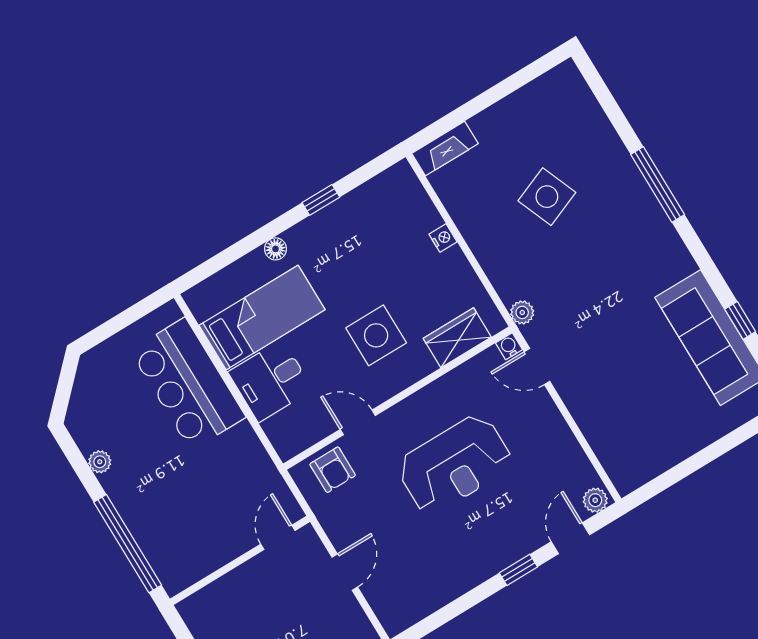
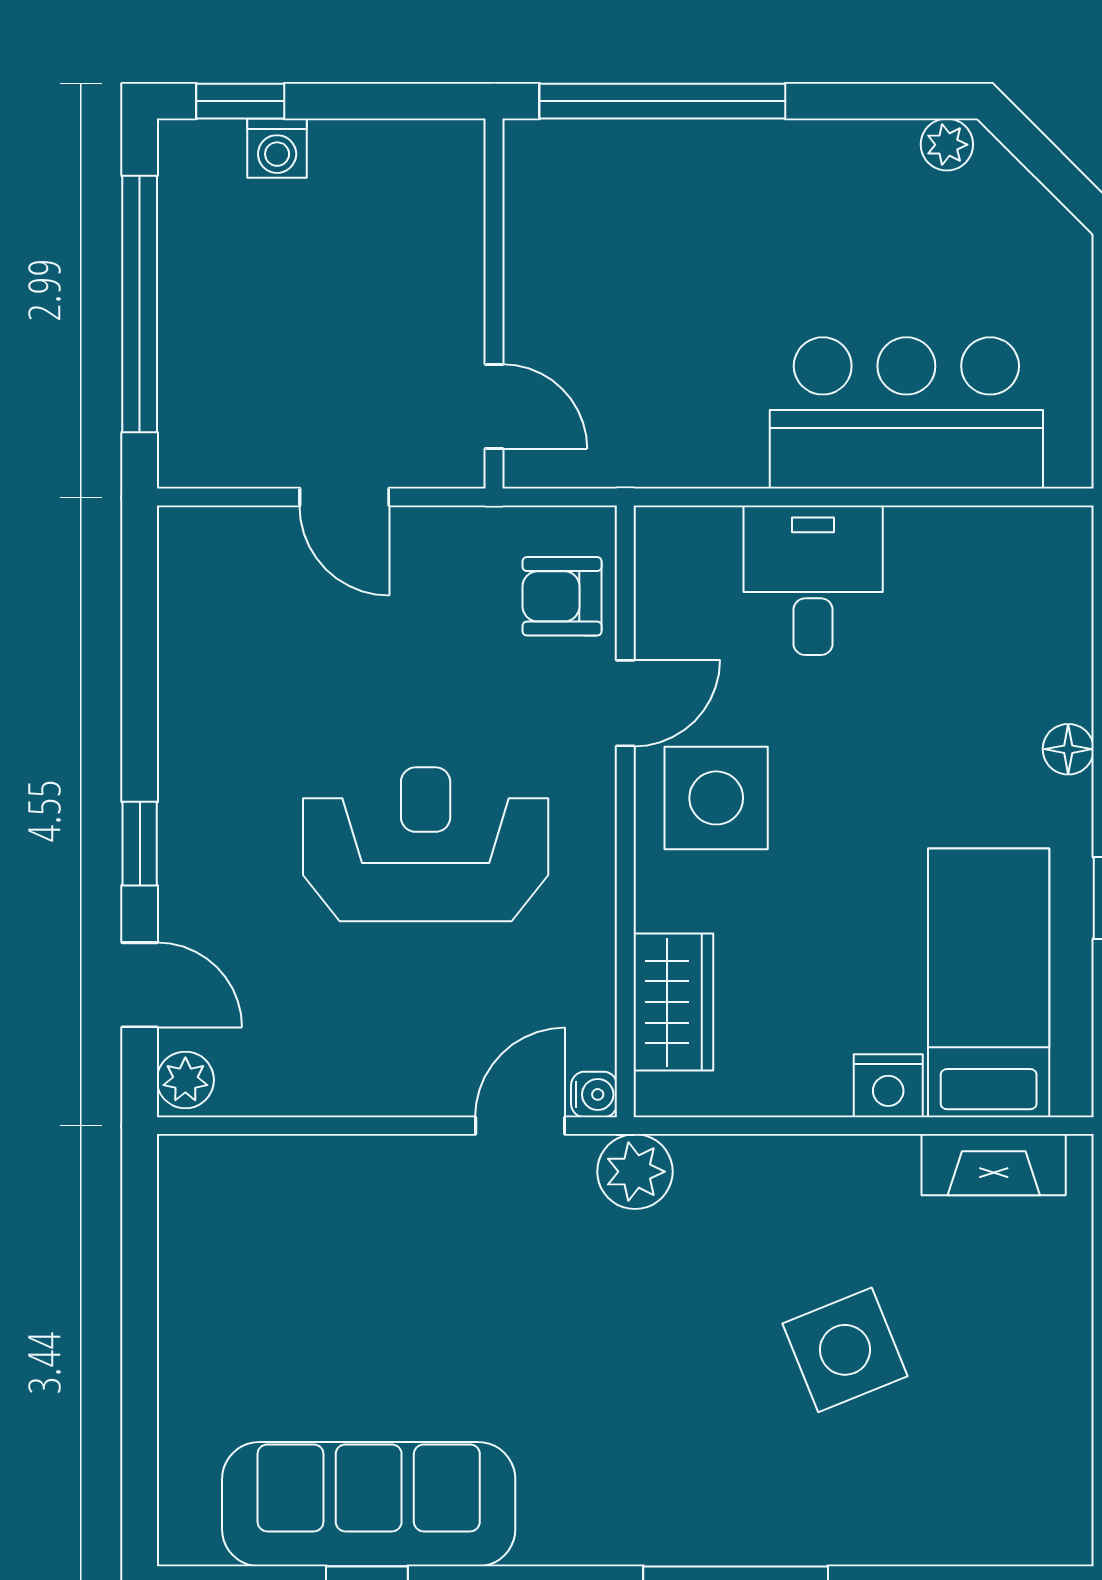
fireplace: (445, 149) -> (994, 1165), moved, turned -90
nightstand: (443, 238) -> (888, 1086), width x1.39, depth x1.35
plant: (522, 312) -> (635, 1172), width x1.38, depth x1.38
bed: (262, 317) -> (989, 983), moved, turned 180
side table: (376, 335) -> (716, 798), moved
plant: (100, 462) -> (947, 145), moved
reception desk: (455, 464) -> (426, 844), turned 90

